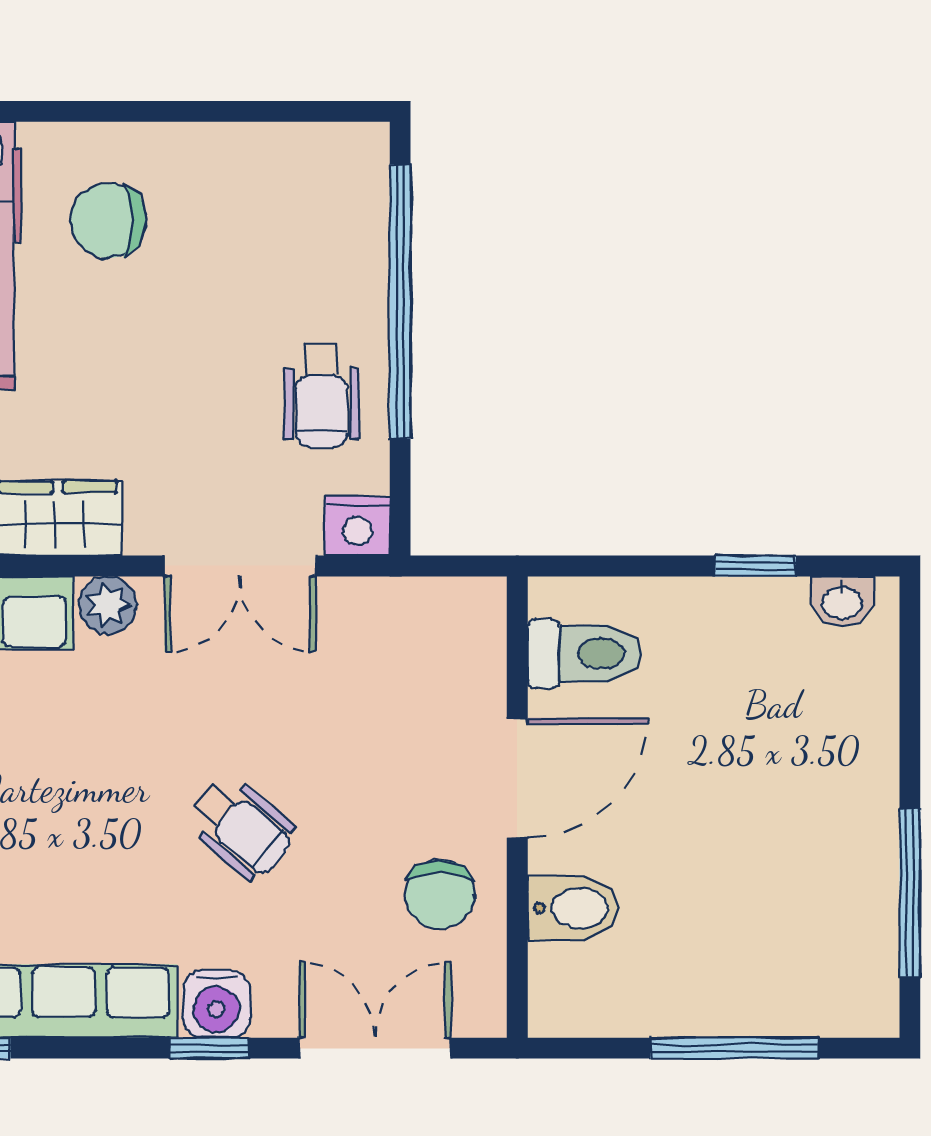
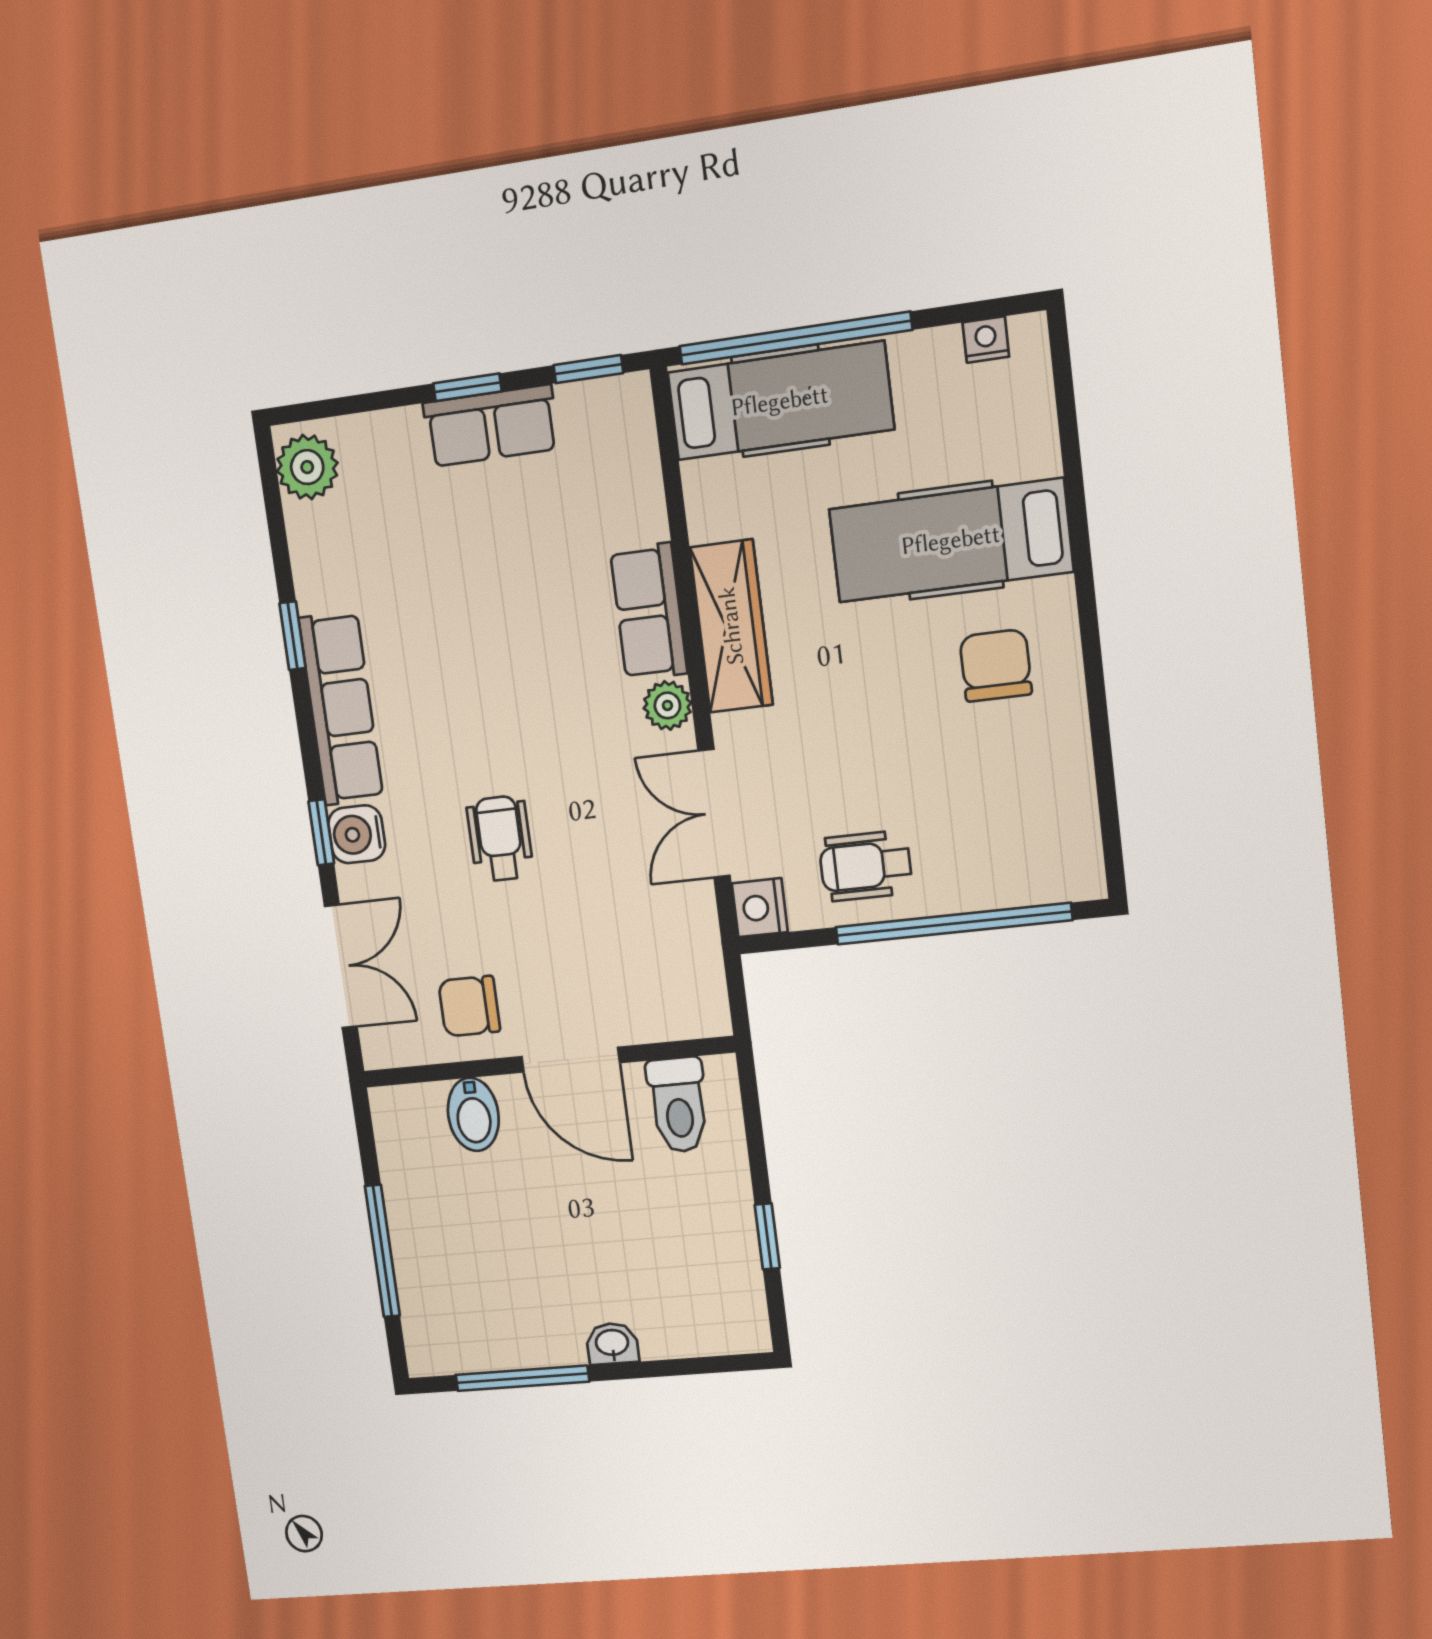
washbasin: (842, 602) -> (612, 1344), moved, turned 90
wheelchair: (241, 828) -> (500, 839), turned 140

